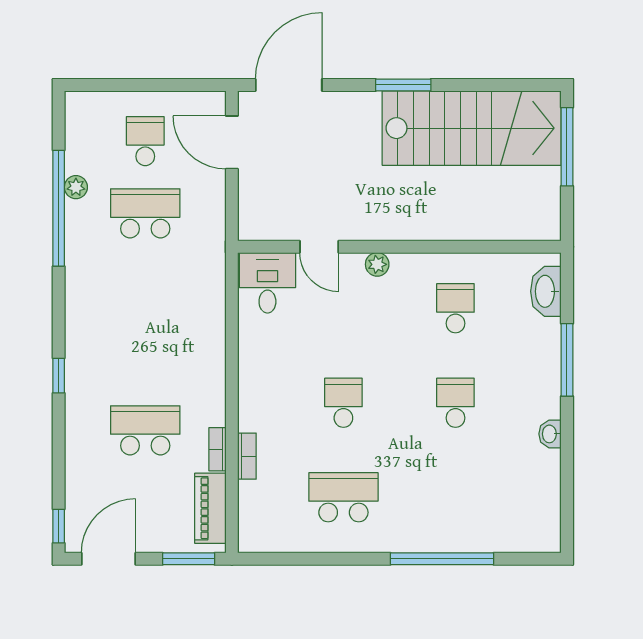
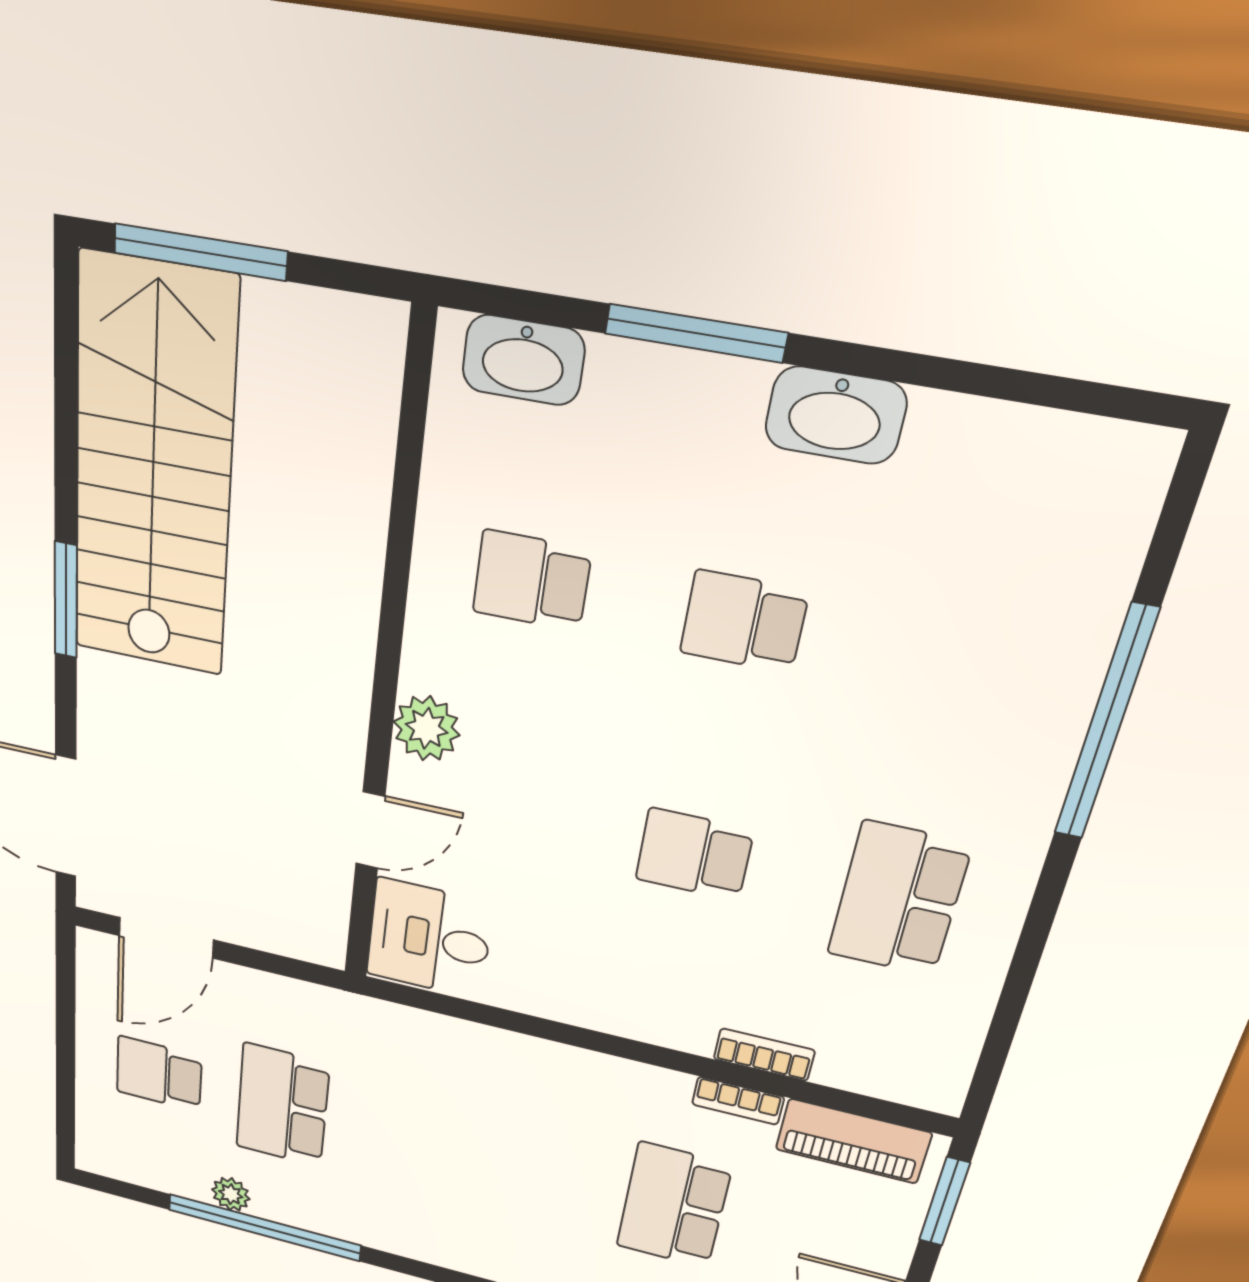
plant: (377, 264) -> (426, 728), width x1.38, depth x1.38
washbasin: (550, 434) -> (835, 415), width x1.91, depth x1.45

